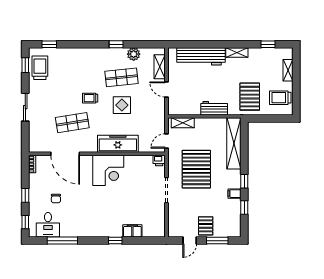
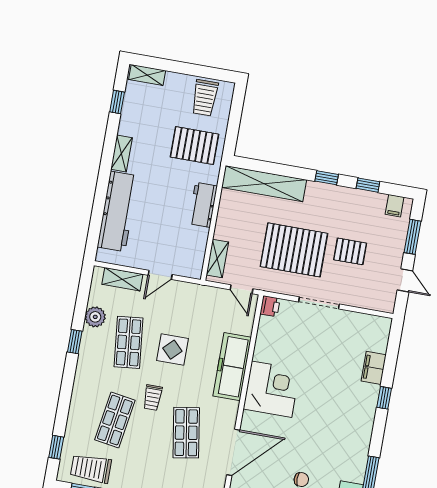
shelving: (288, 70) -> (147, 75), moved
shop shelf: (72, 77) -> (115, 420), added
filing cabinet: (234, 194) -> (395, 206), moved
pallet: (206, 226) -> (350, 251), moved

